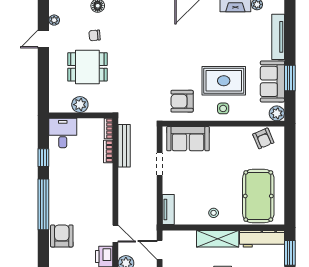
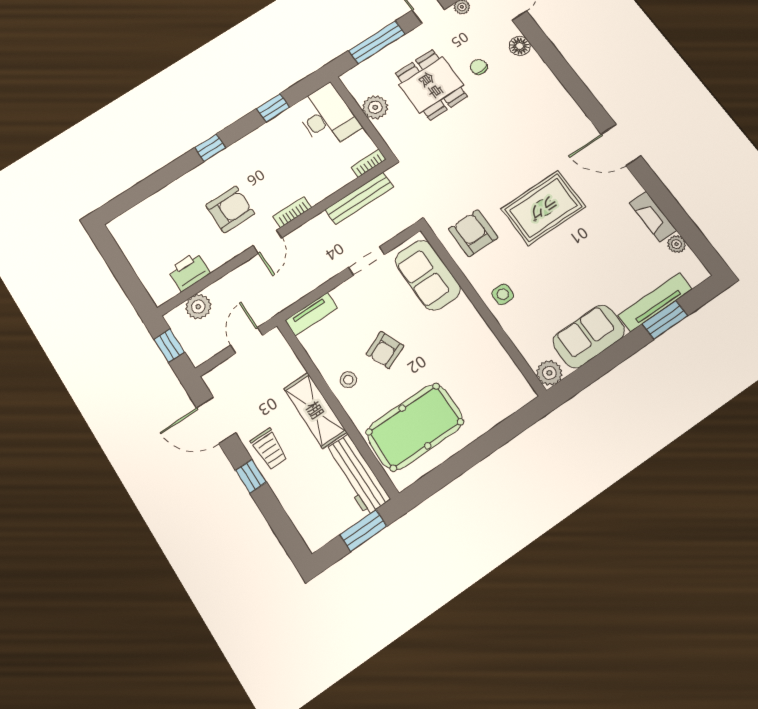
window: (290, 78) -> (665, 320), moved
window: (43, 79) -> (377, 42), added
rug: (224, 81) -> (543, 208), moved, turned 90
desk: (63, 133) -> (327, 117), width x1.37
armchair: (263, 138) -> (385, 350), moved
bookcase: (108, 151) -> (292, 212), moved
window: (43, 204) -> (210, 148), width x0.32
door: (115, 234) -> (267, 242), moved
armchair: (62, 236) -> (230, 209), moved

